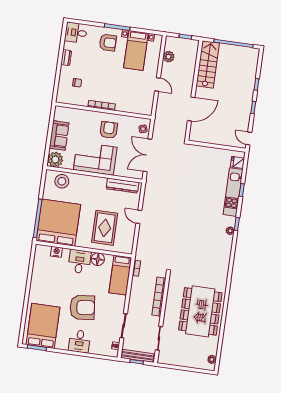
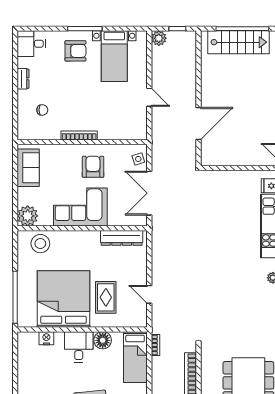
plant: (169, 57) -> (159, 38), moved
stairs: (208, 64) -> (239, 42), moved, turned 90
sofa: (59, 135) -> (28, 168), moved
door: (139, 217) -> (149, 294), moved
bed: (58, 223) -> (64, 299), moved
rug: (105, 228) -> (106, 297), width x0.73, depth x0.70

